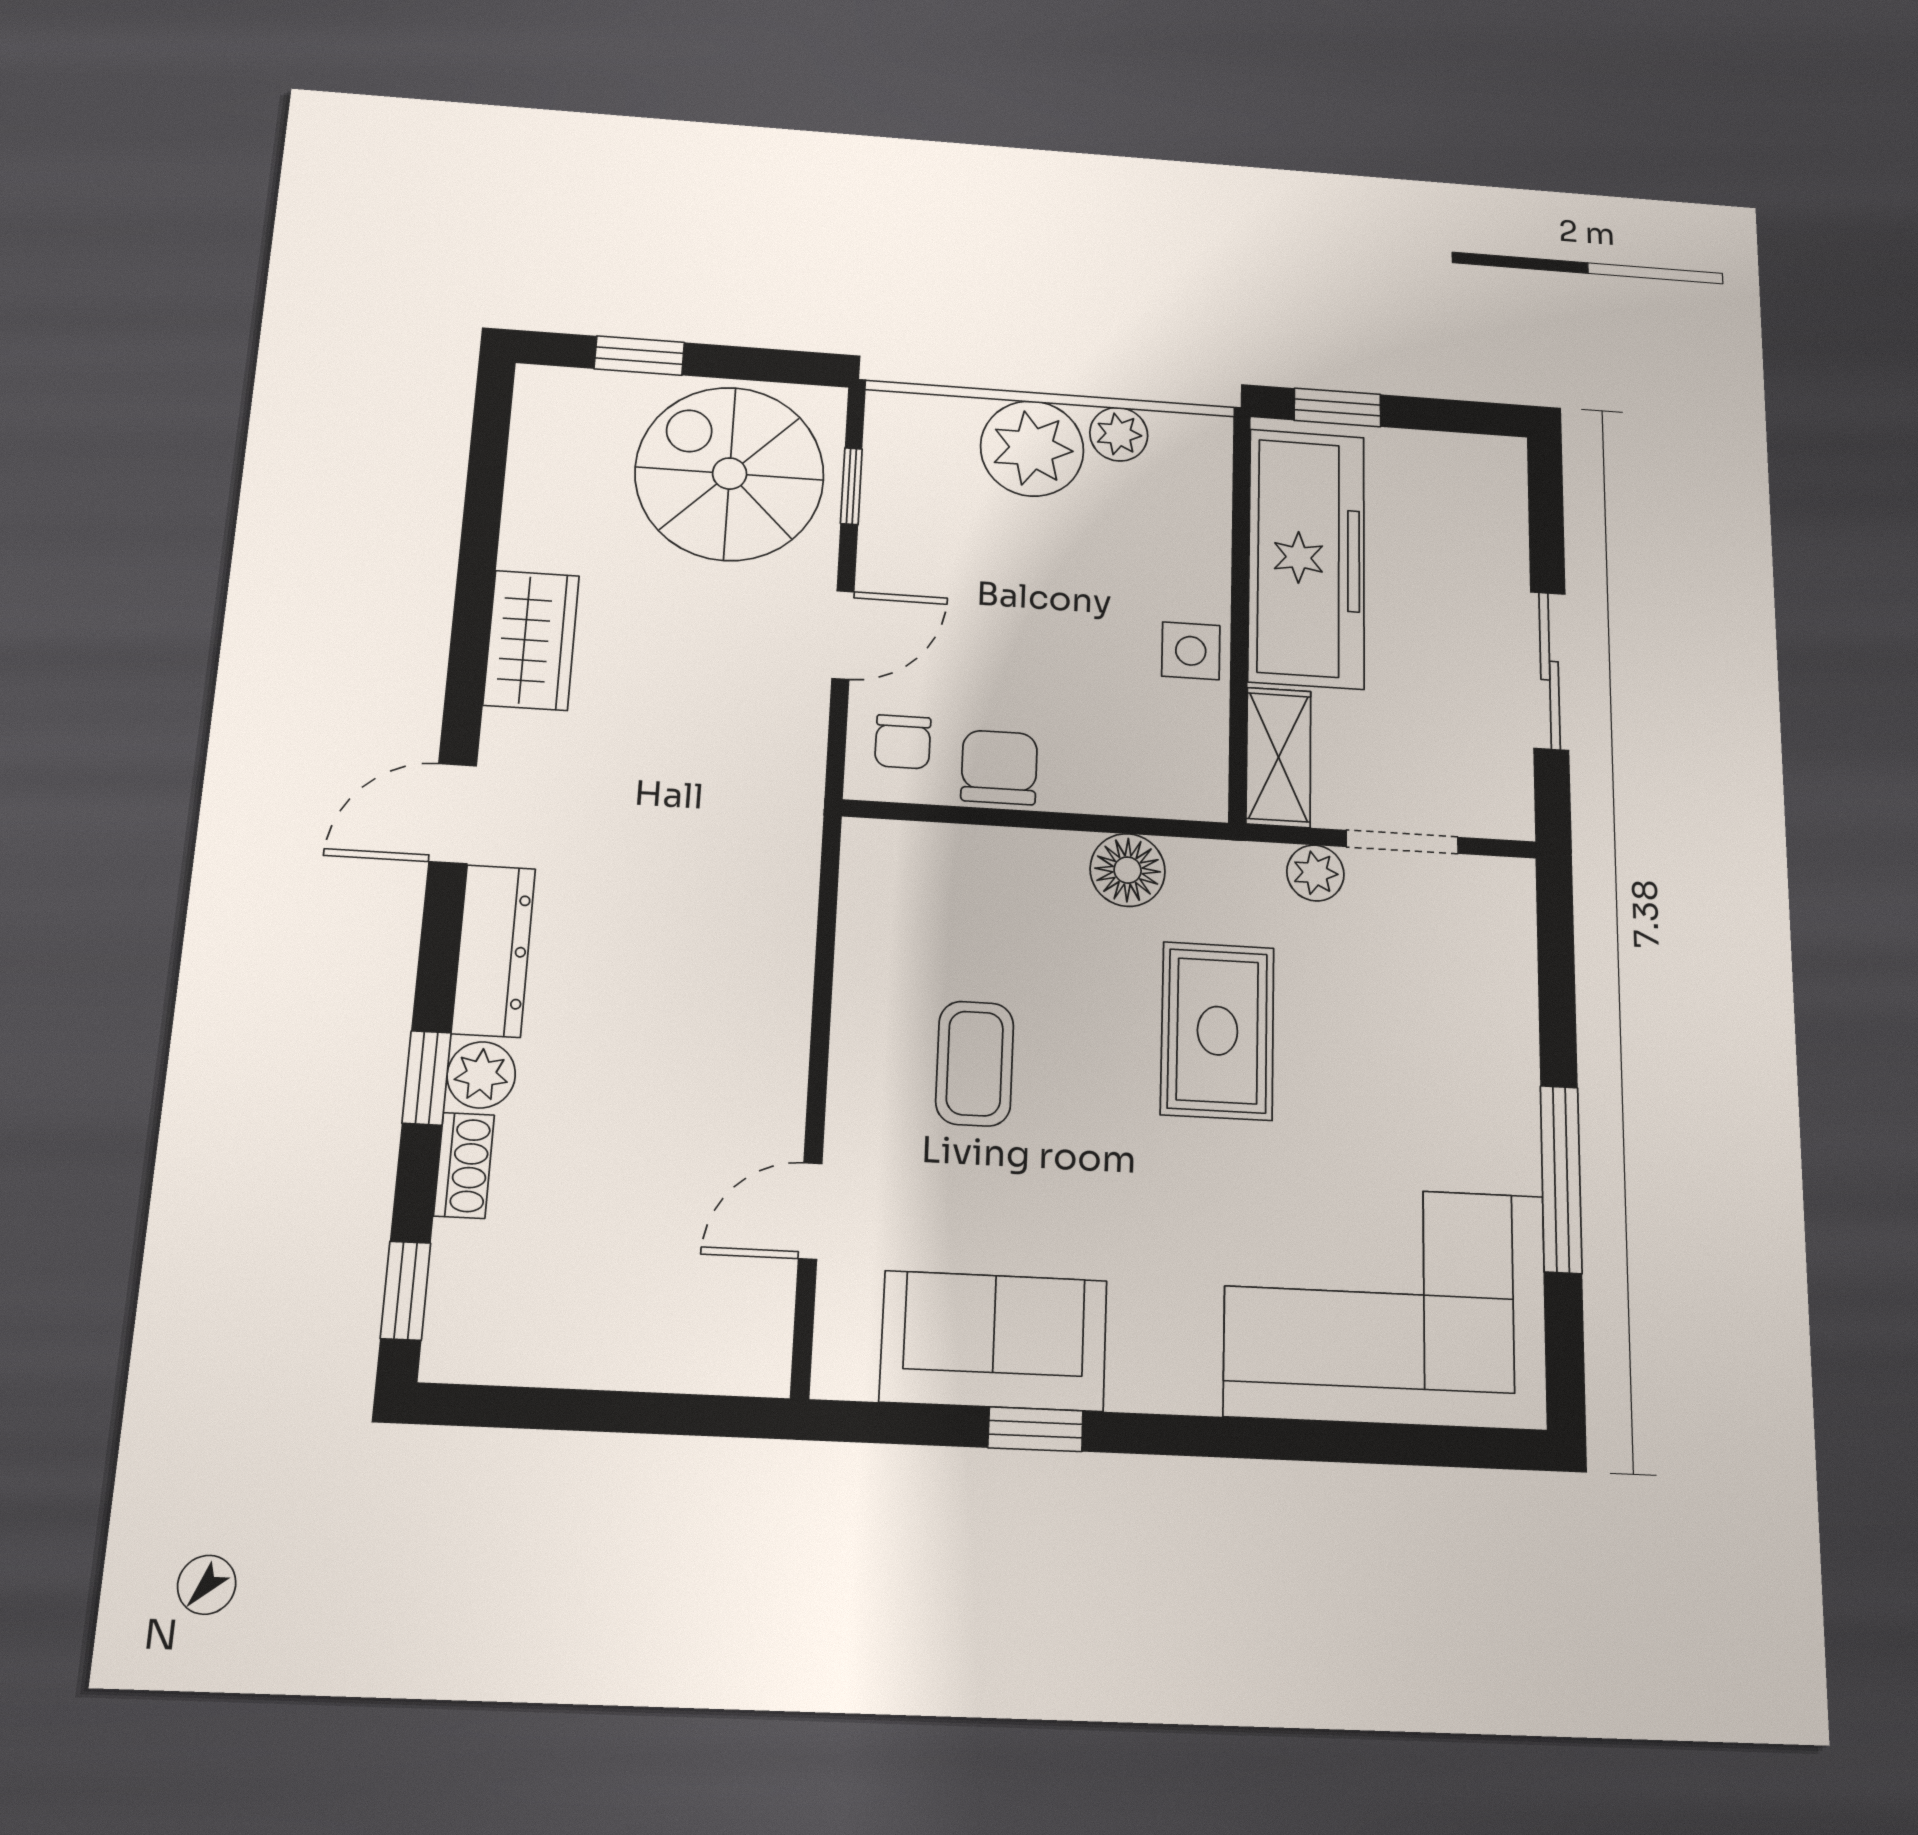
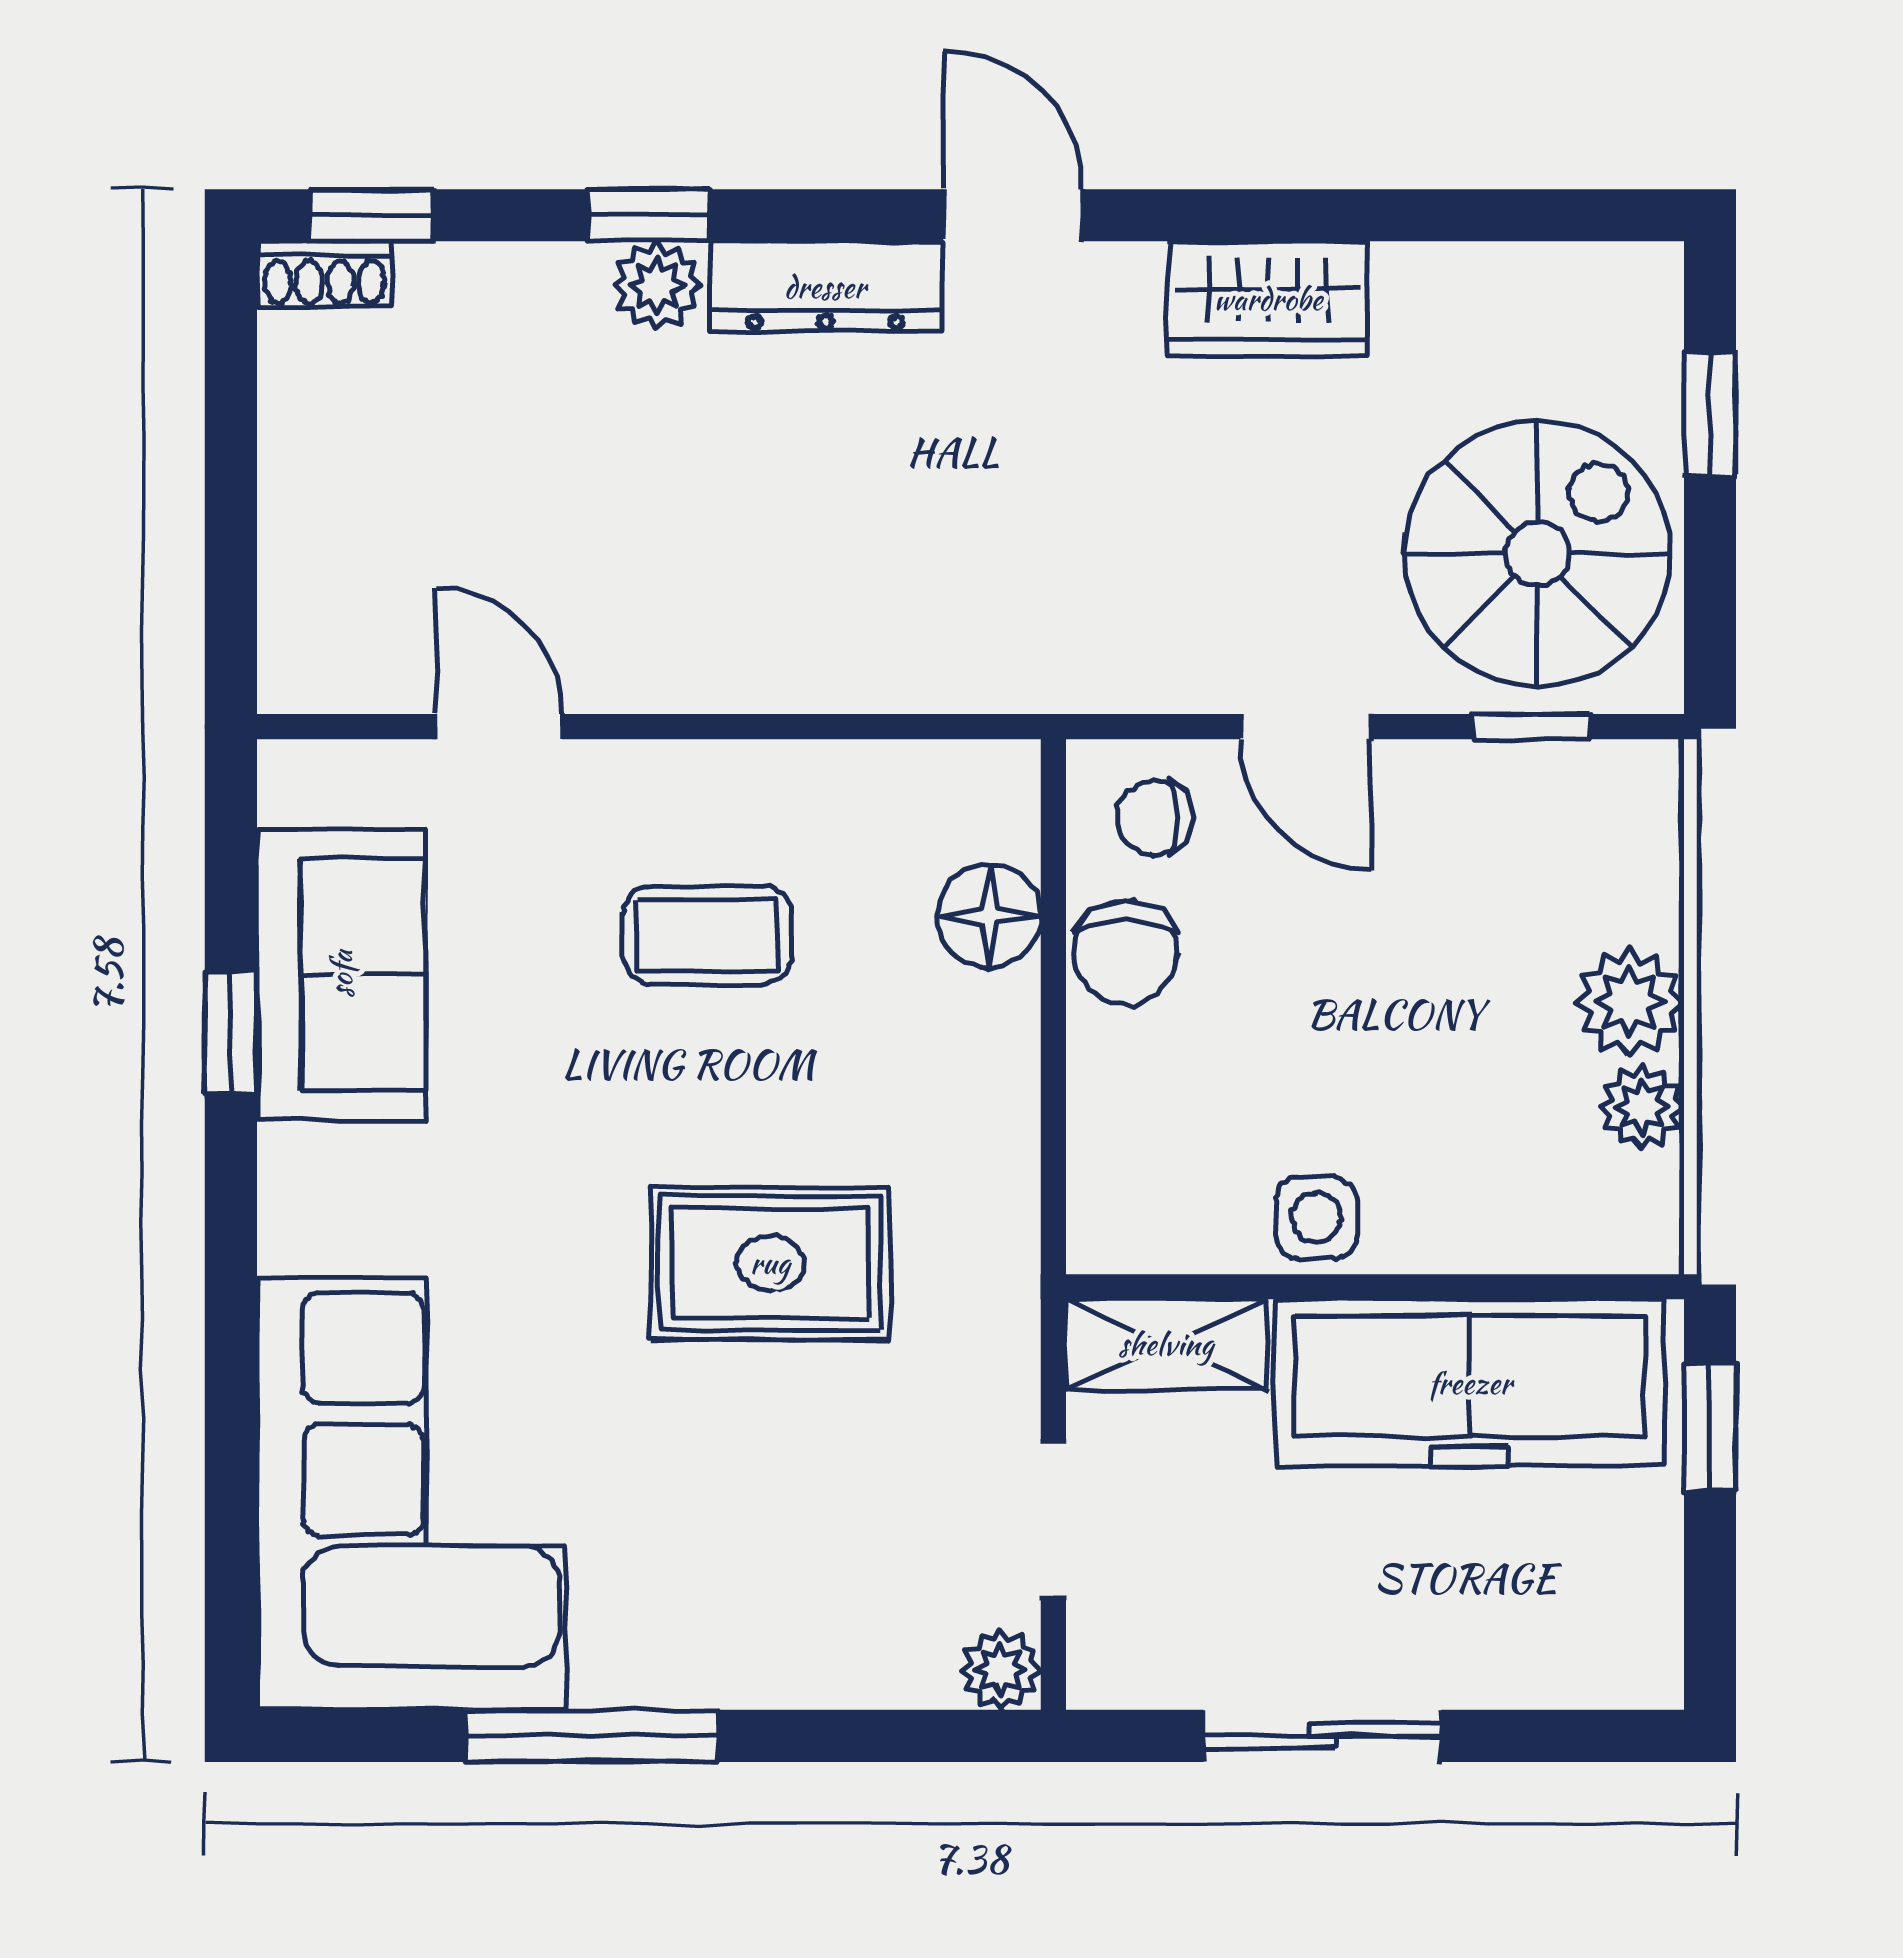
plant: (1032, 448) -> (1630, 1002), width x0.73, depth x0.73
chair: (999, 767) -> (1126, 953), turned 90
floor lamp: (1128, 870) -> (989, 916), moved
plant: (1315, 873) -> (1001, 1670), moved
shoe rack: (464, 1165) -> (325, 274), moved

